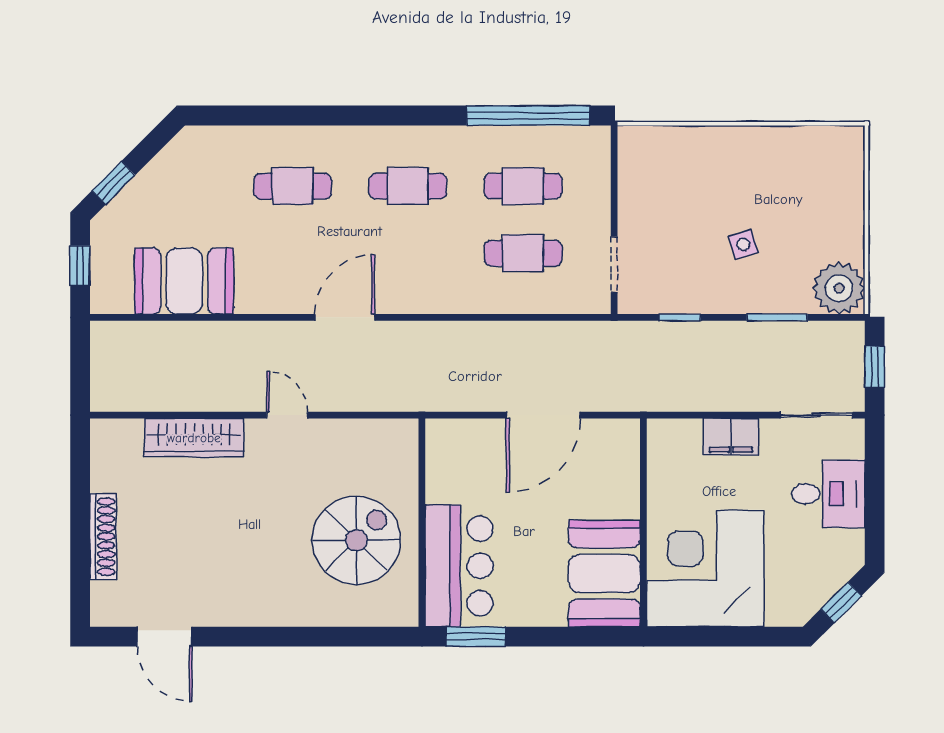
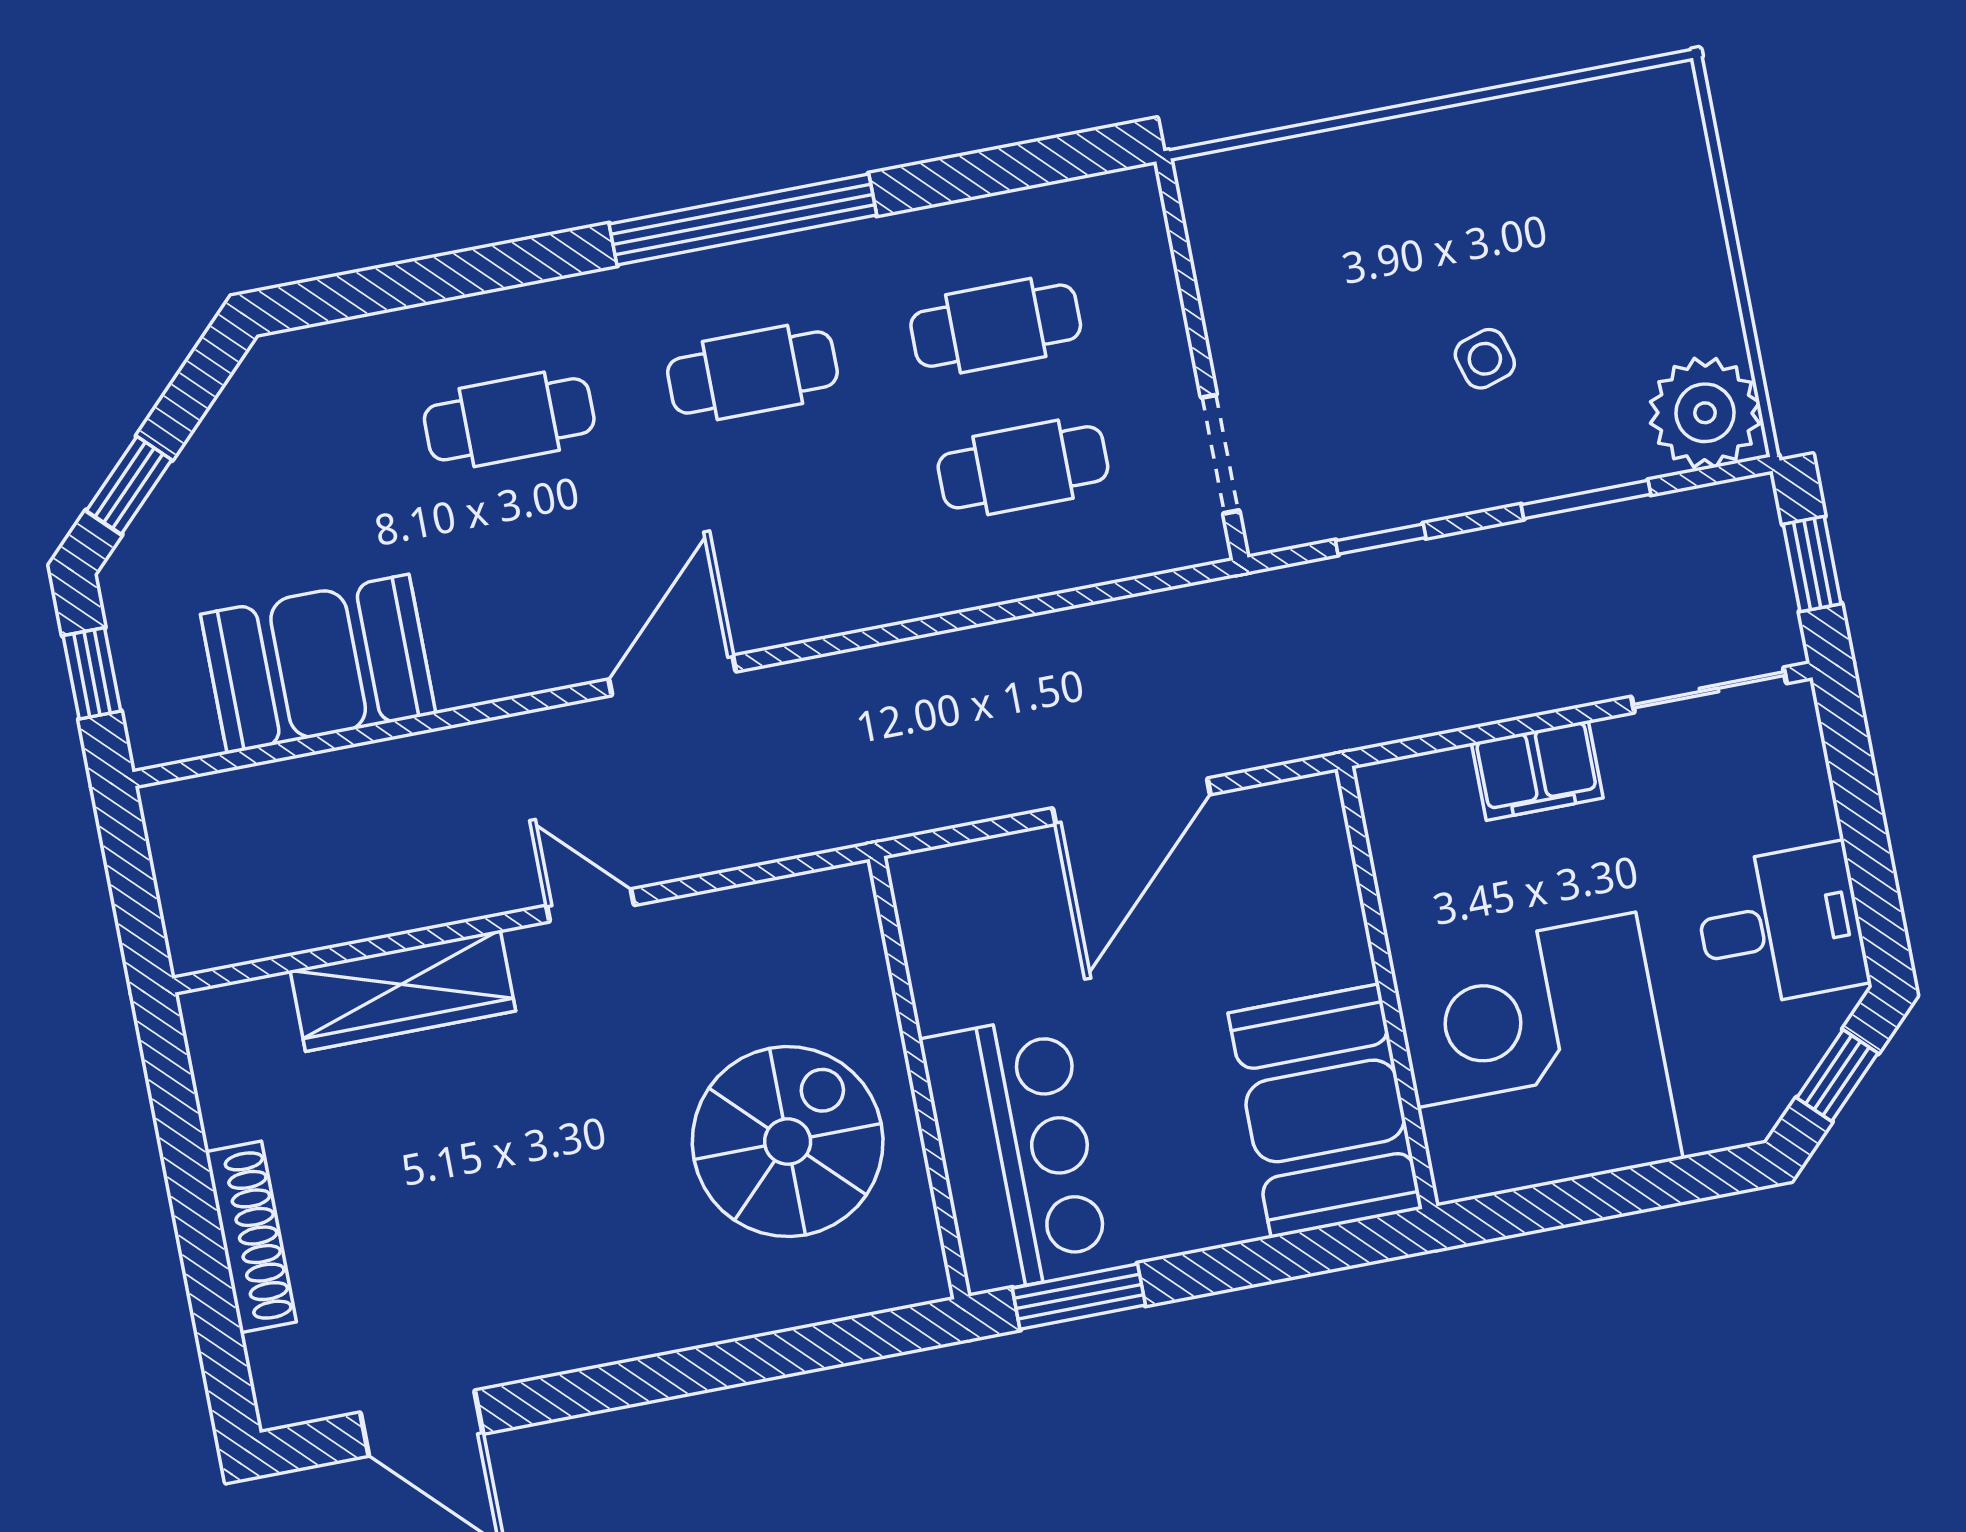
window: (528, 115) -> (743, 219), moved
desk: (828, 494) -> (1780, 926), moved

